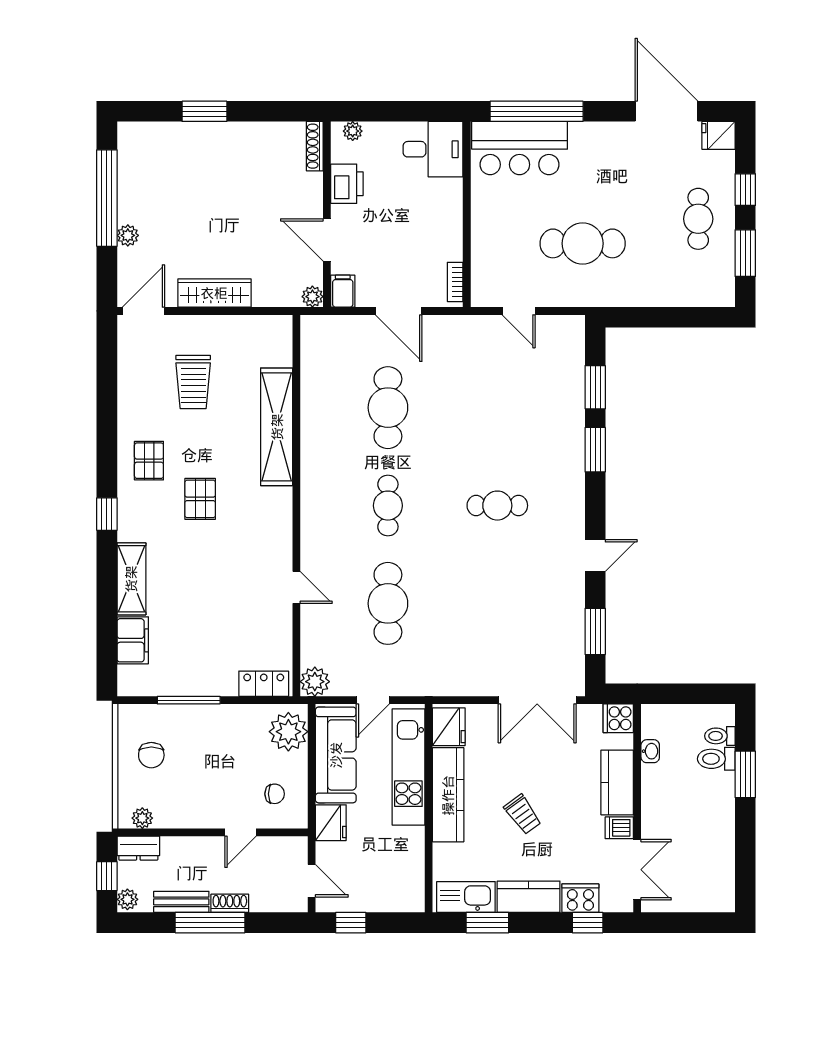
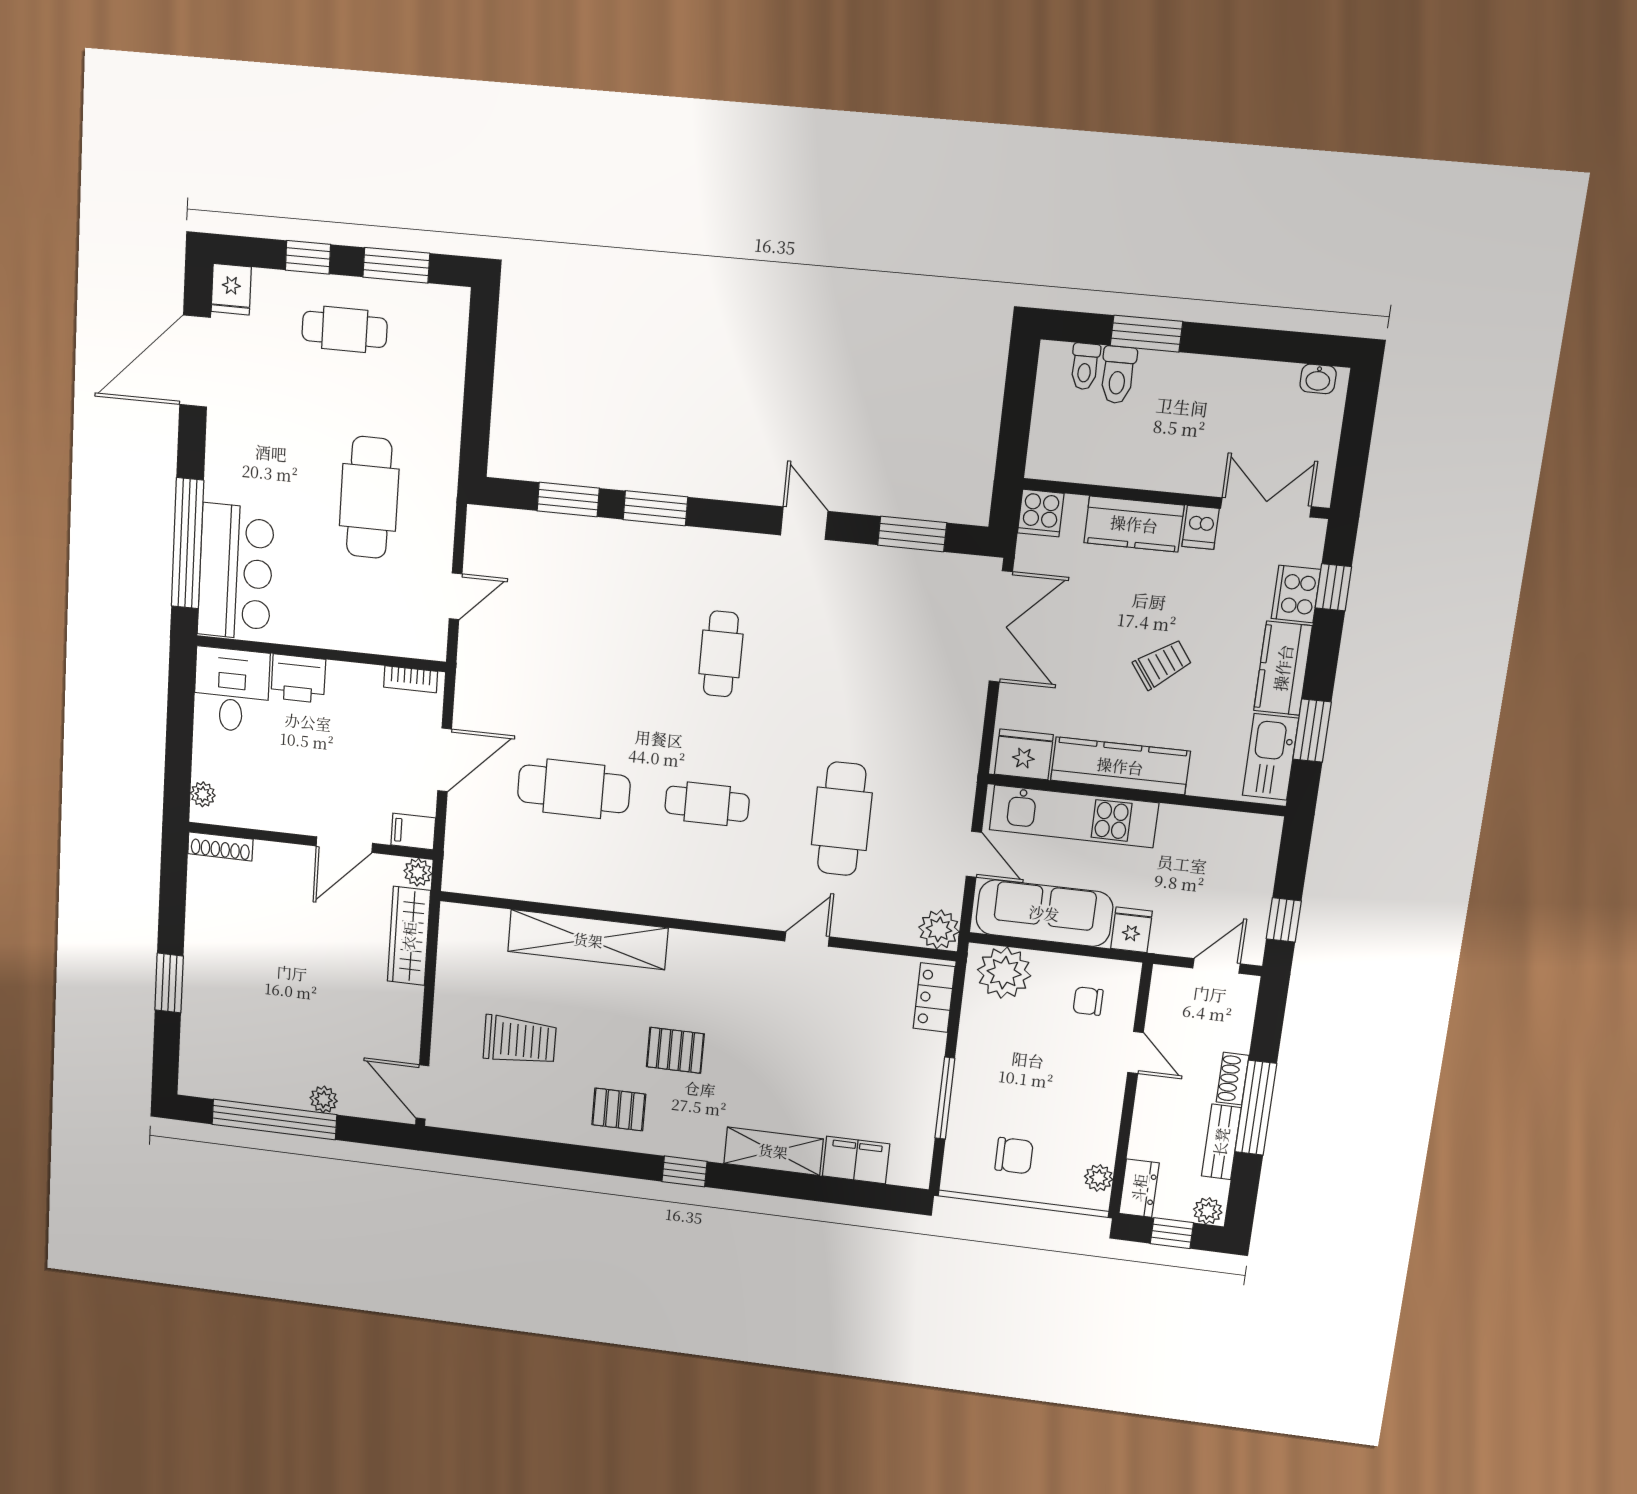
printer: (347, 184) -> (298, 679), moved, turned 180
wardrobe: (214, 293) -> (409, 936), moved
cafe table: (388, 603) -> (842, 819), turned 90
washbasin: (650, 751) -> (1318, 379), moved, turned 180
chair: (275, 794) -> (1088, 1001), turned -90
fridge: (331, 823) -> (1131, 930), width x0.72

